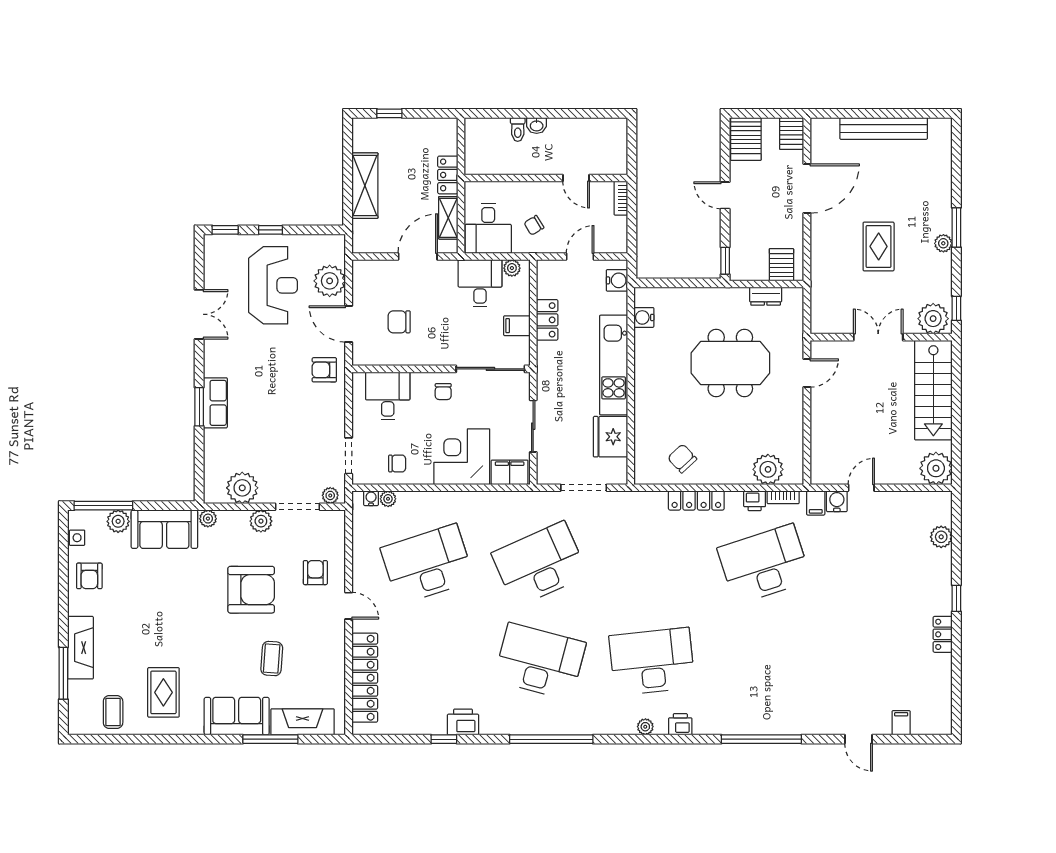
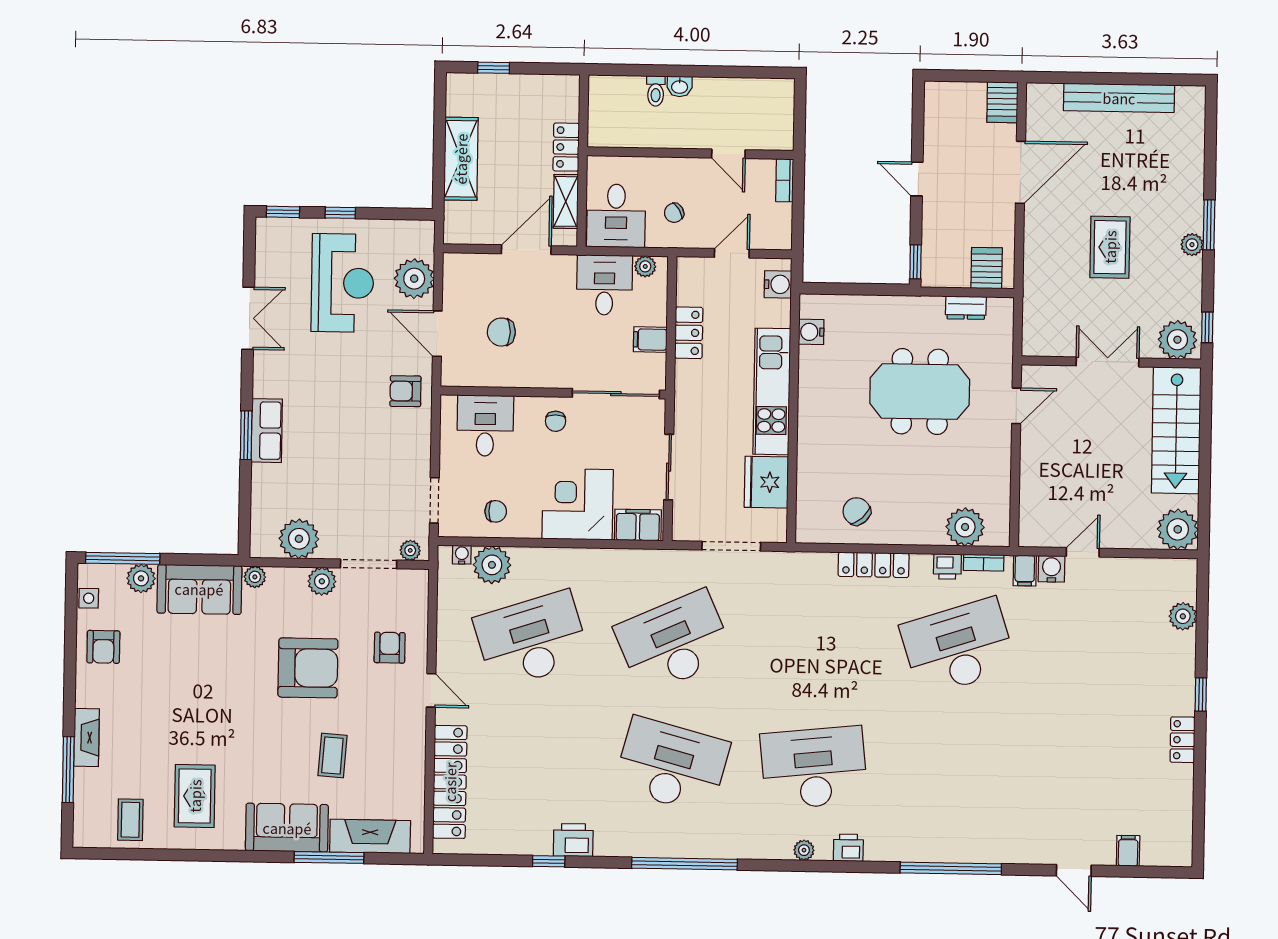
server rack: (746, 139) -> (944, 108), removed
plant: (388, 499) -> (492, 565), width x1.87, depth x1.87
fireplace: (80, 648) -> (87, 738), width x0.73, depth x0.76

